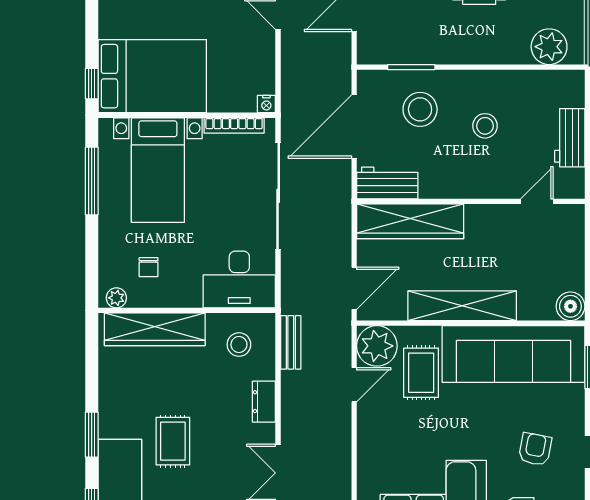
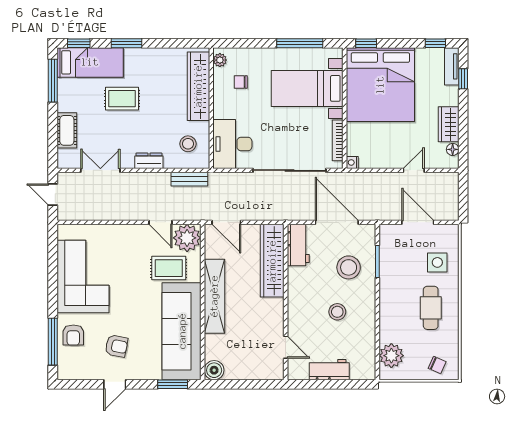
bed: (152, 76) -> (380, 85), width x1.36

